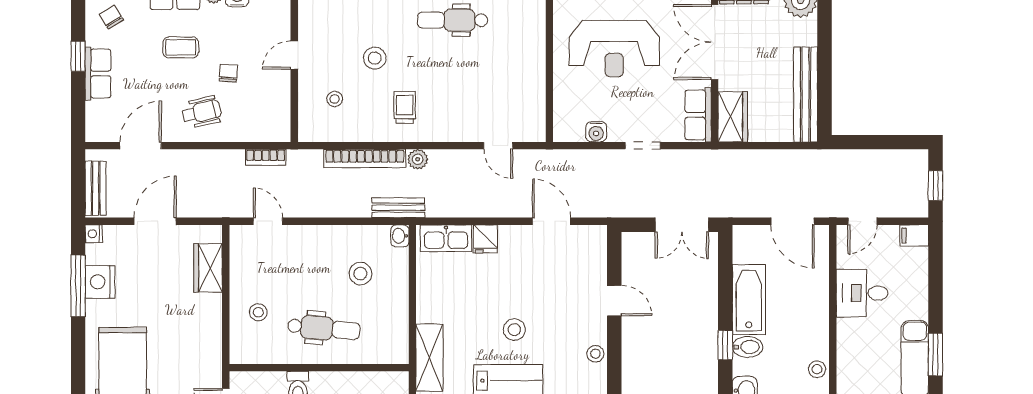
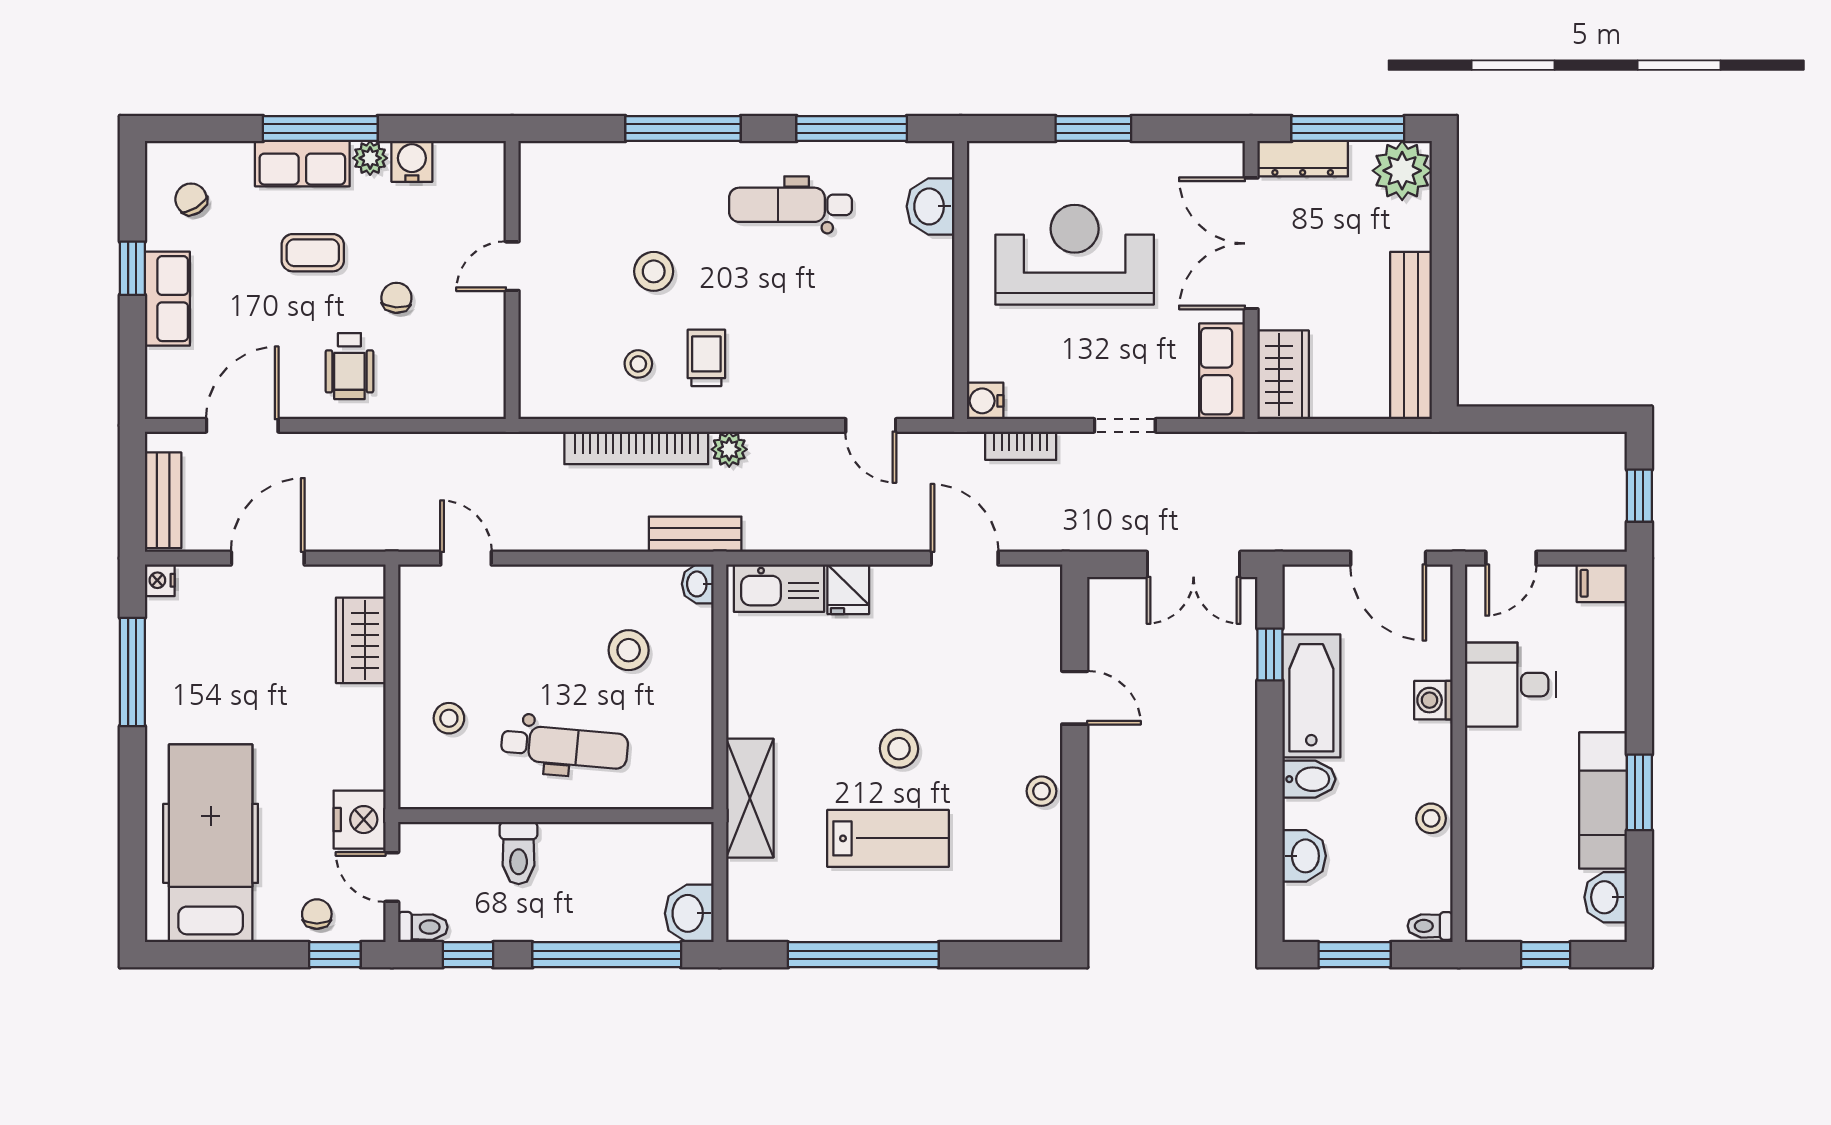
washbasin: (532, 21) -> (931, 206), added
reception desk: (614, 49) -> (1075, 255), turned 180
stool: (335, 99) -> (638, 364), moved
wheelchair: (202, 112) -> (349, 366), turned 103
water cooler: (596, 132) -> (985, 401), moved, turned 90
bookcase: (266, 157) -> (1021, 446), moved
nightstand: (100, 282) -> (360, 820), moved, turned 180
washing machine: (818, 302) -> (1433, 700), added
window: (725, 345) -> (1270, 654), moved

